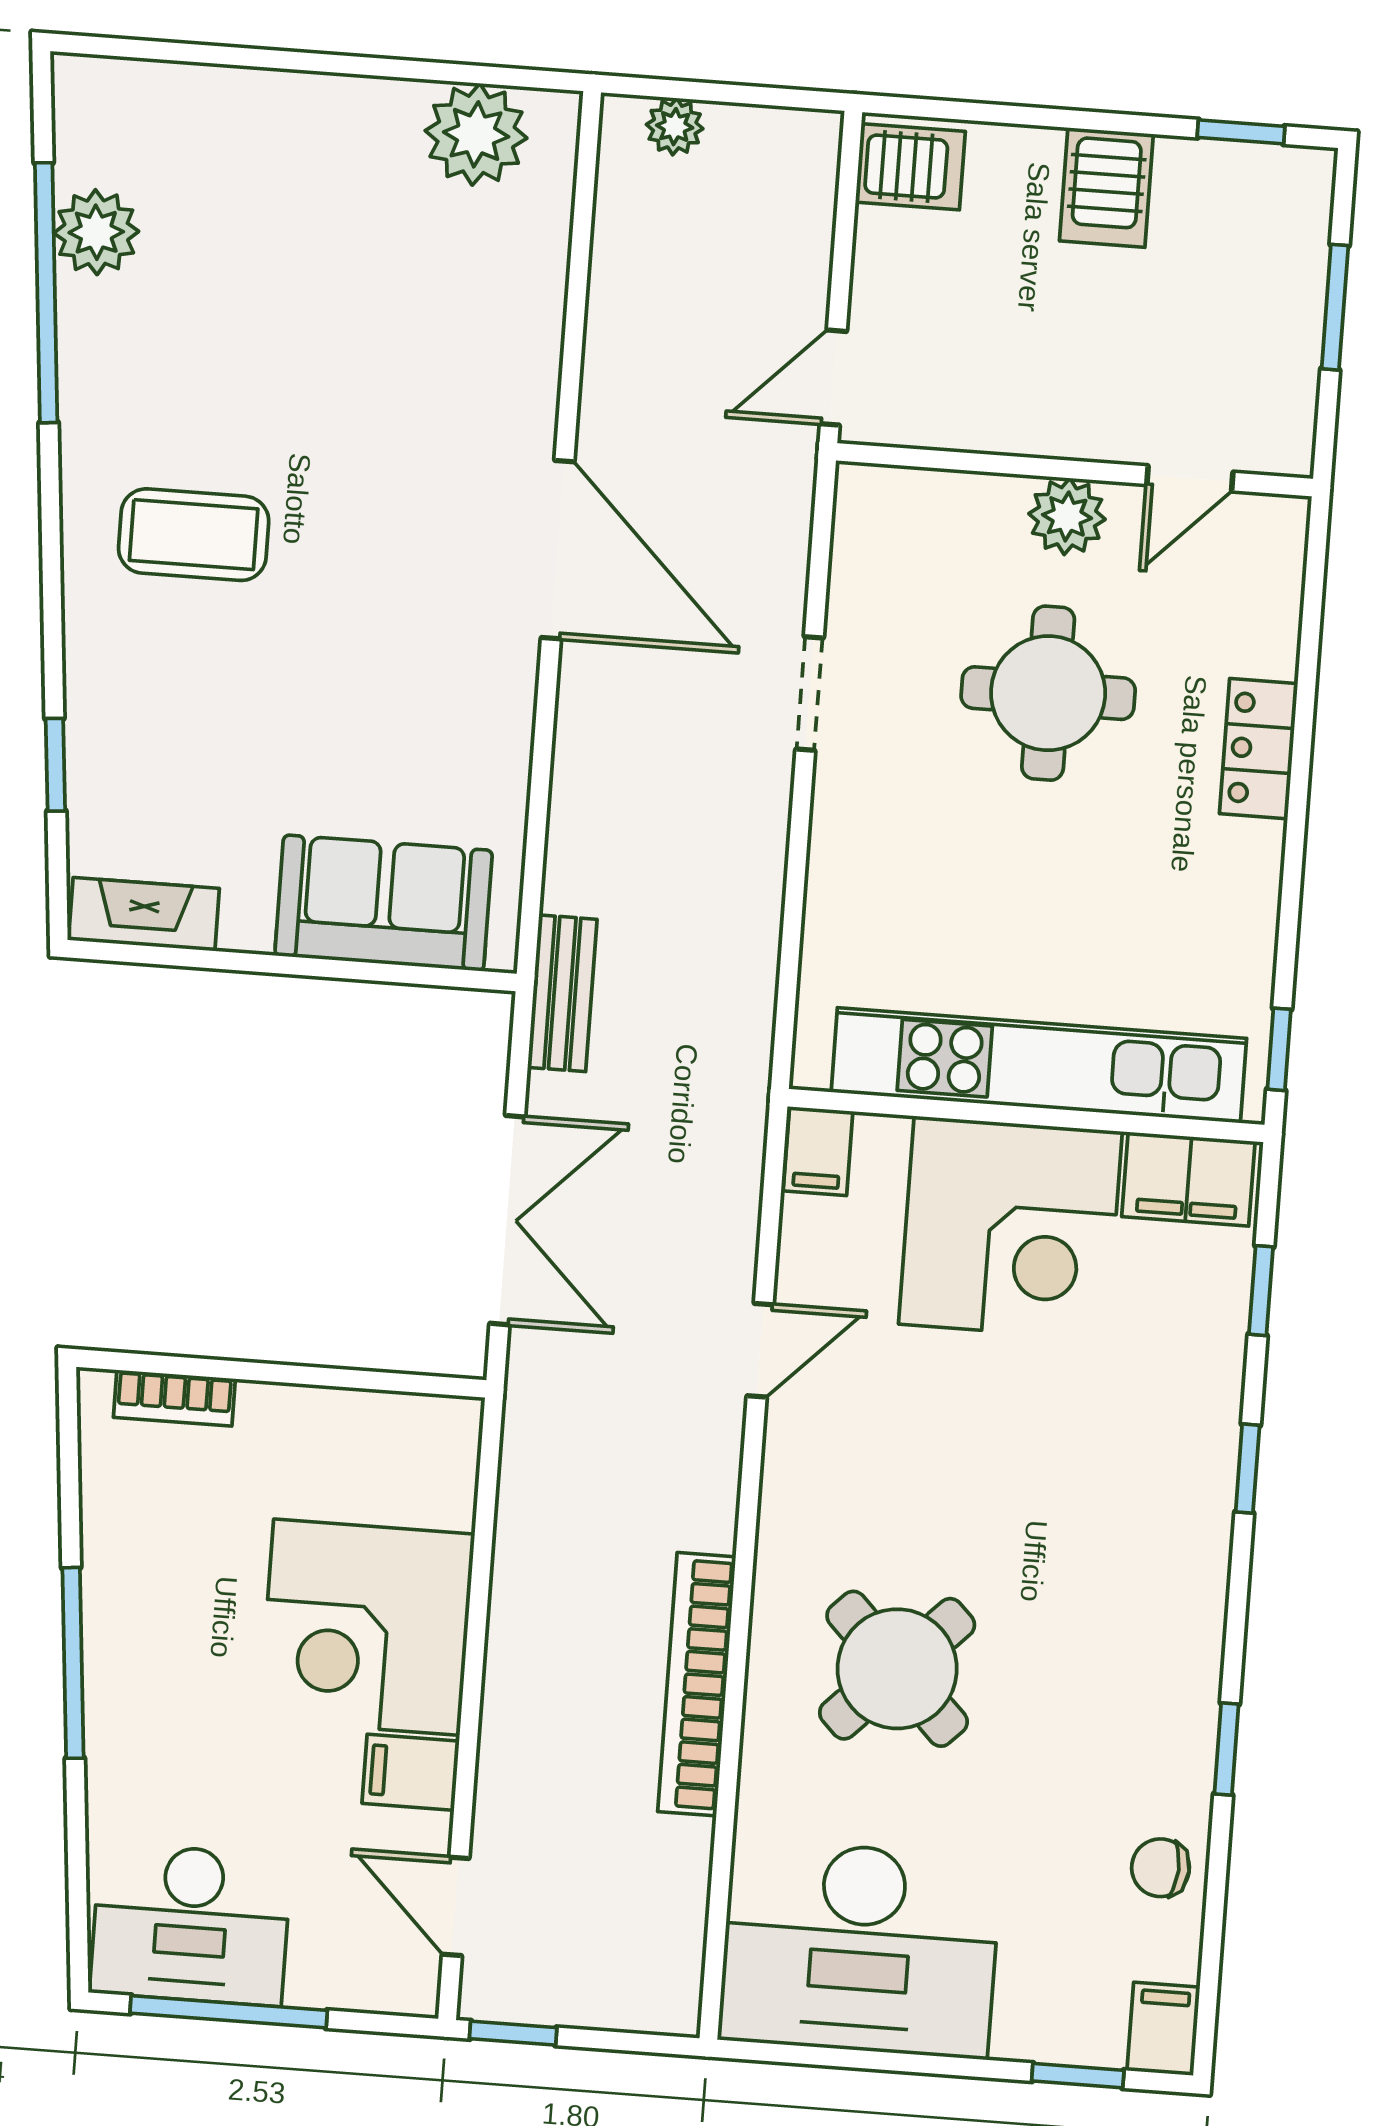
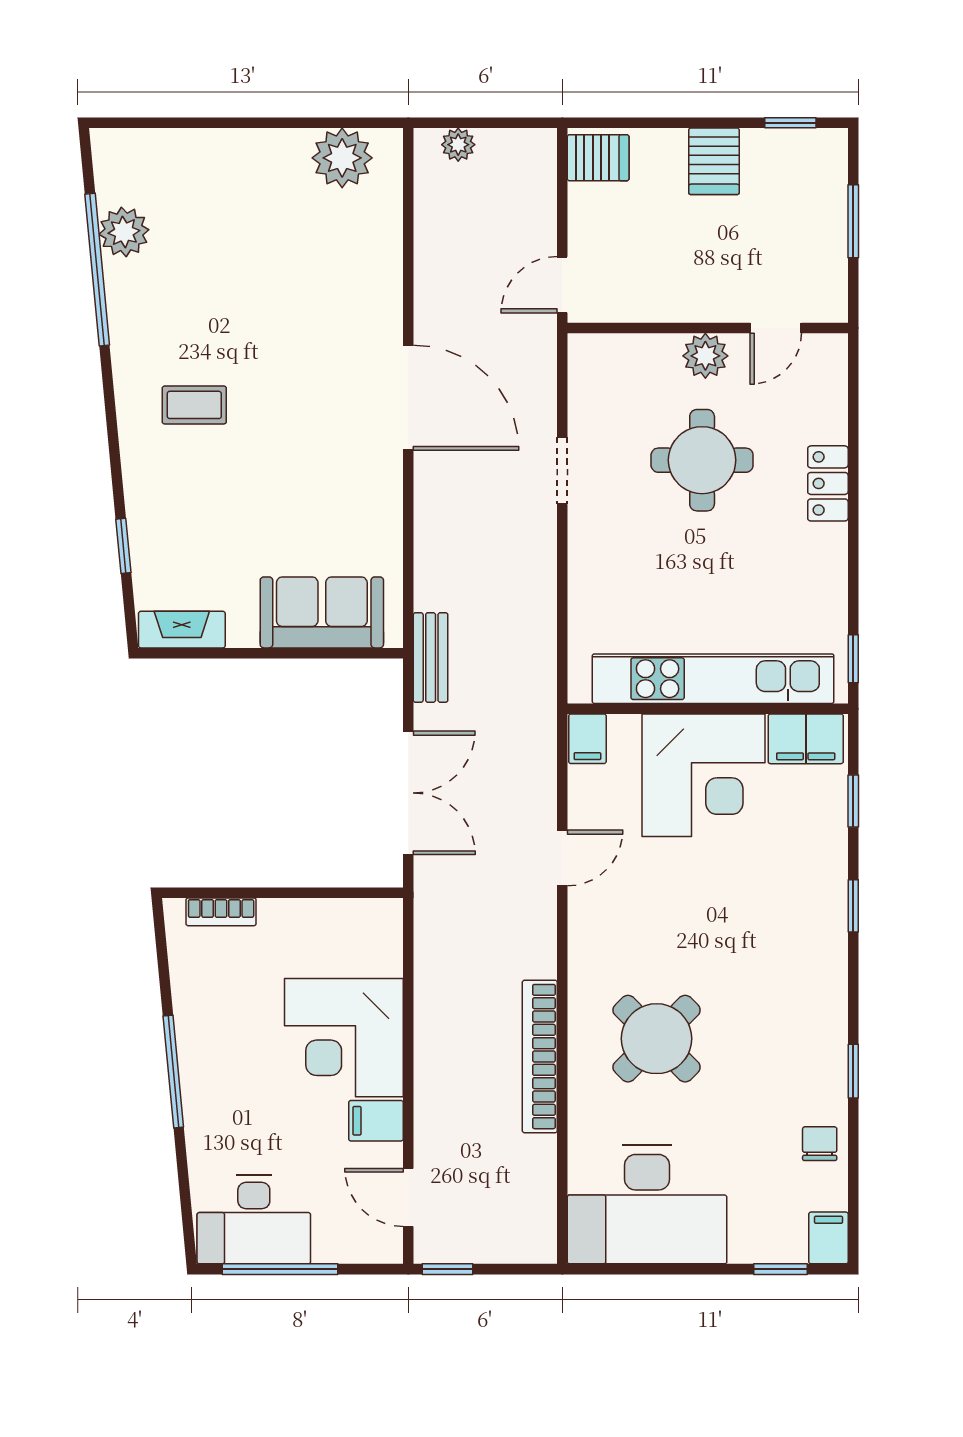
coffee table: (194, 535) -> (194, 405), width x0.73, depth x0.77
chair: (1160, 1868) -> (820, 1144), turned 87

